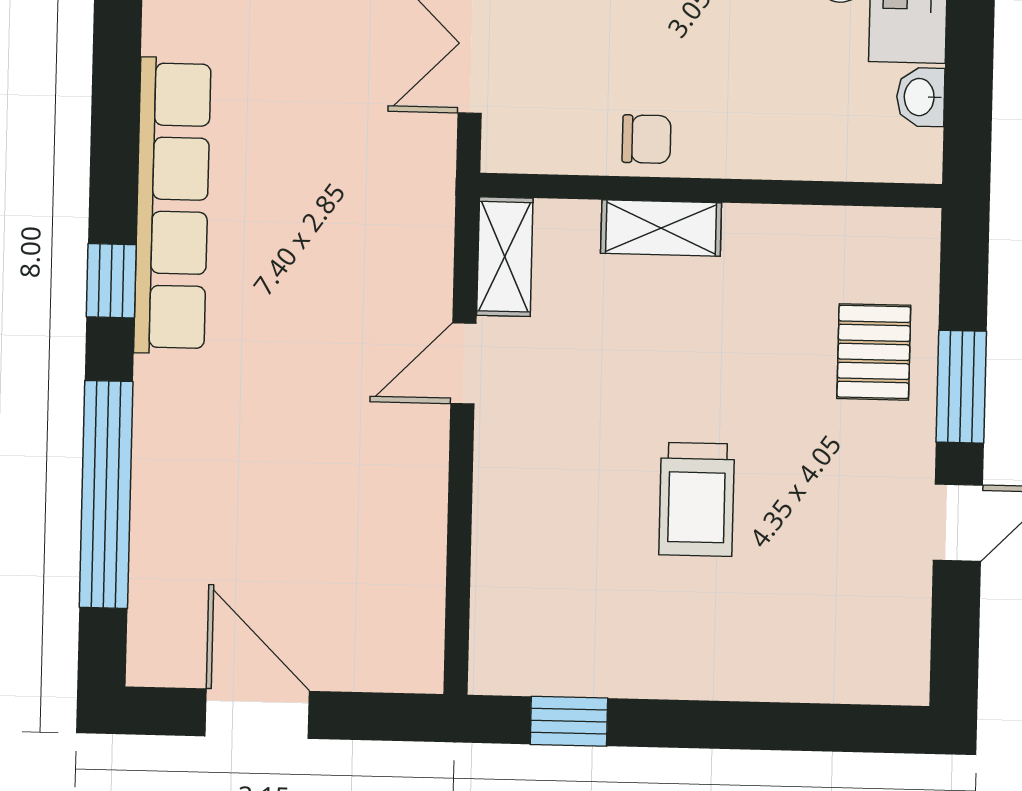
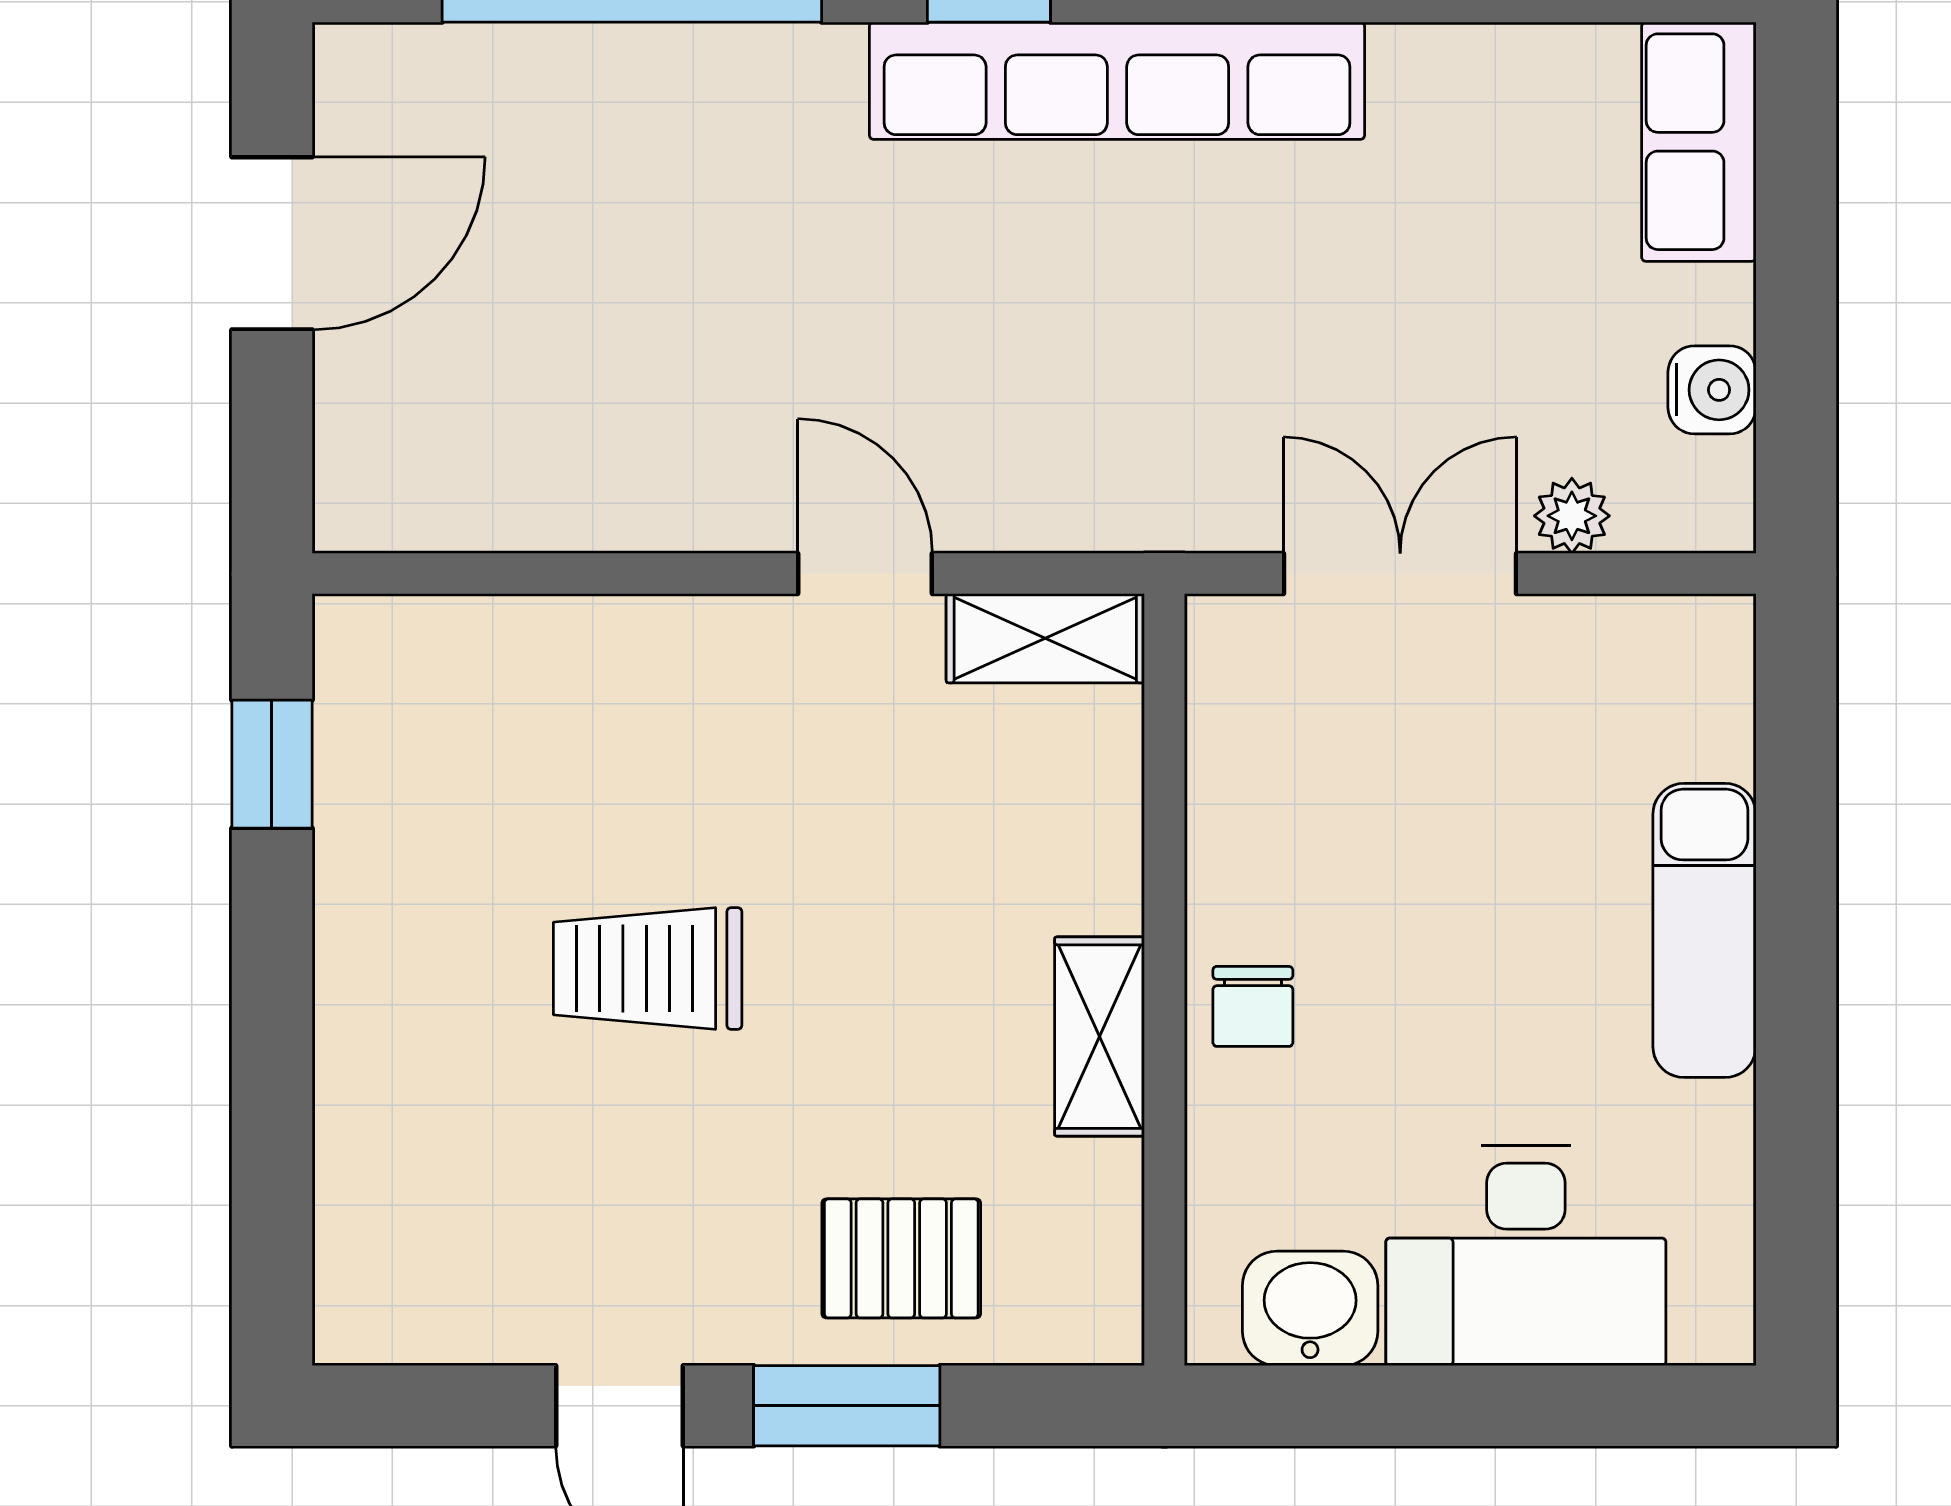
washbasin: (921, 97) -> (1310, 1308), width x1.38, depth x1.45
chair: (646, 139) -> (1253, 1006), moved
shelving: (661, 228) -> (1099, 1037), moved

